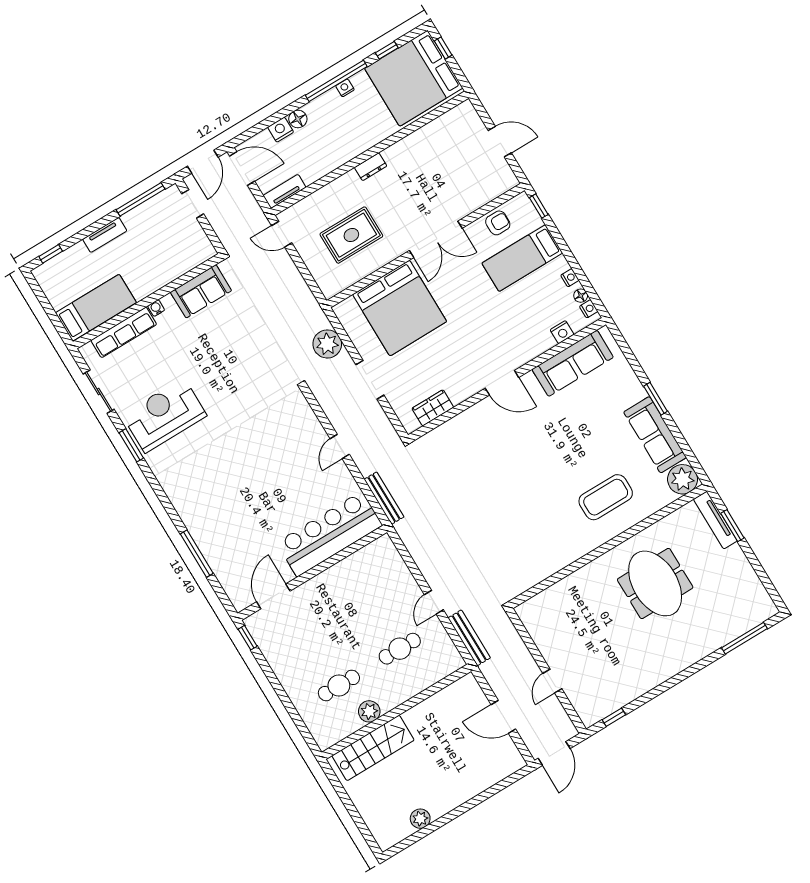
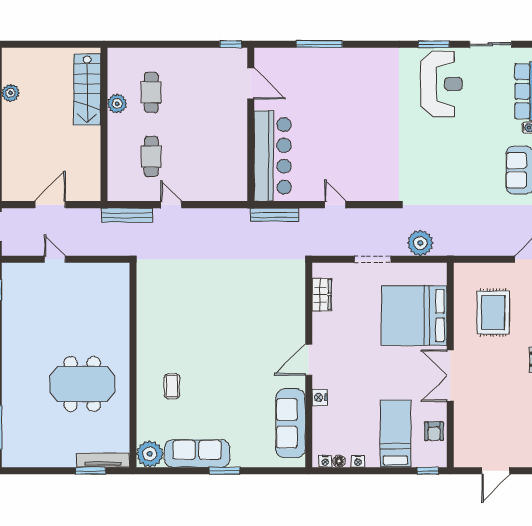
nightstand: (562, 332) -> (320, 397), moved
coffee table: (606, 497) -> (172, 386), width x0.54, depth x0.58

